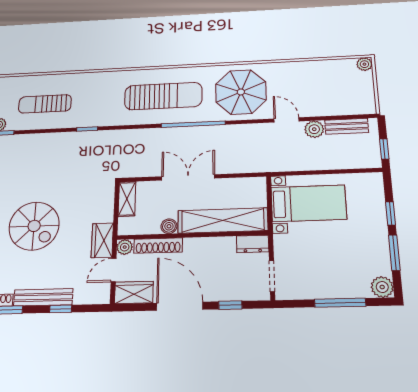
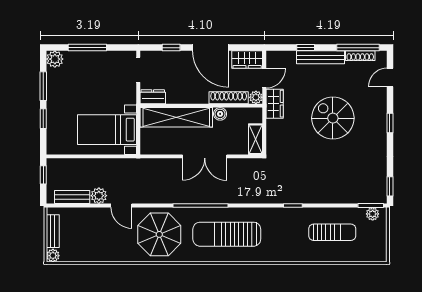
bench: (367, 89) -> (53, 231), added

